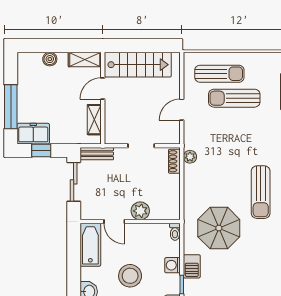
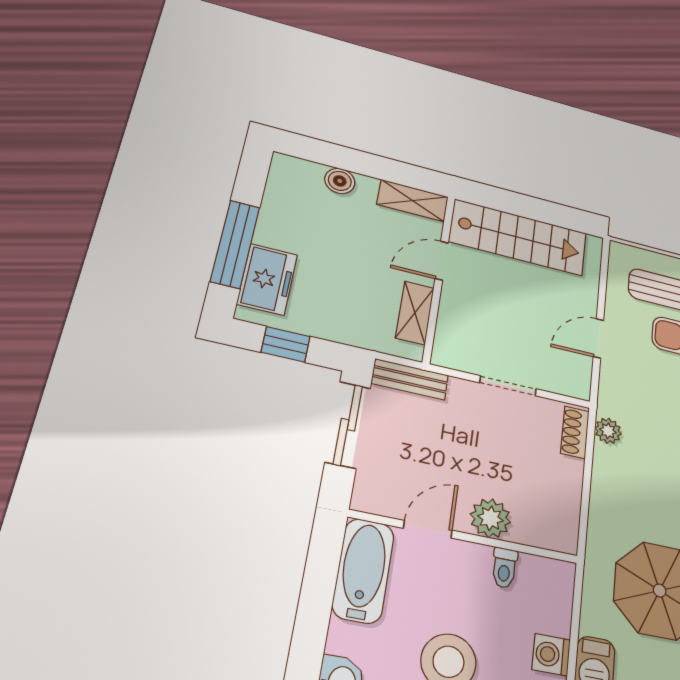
freezer: (33, 134) -> (267, 279), moved, turned 90
door: (114, 222) -> (428, 529), swing flipped
toilet: (175, 232) -> (504, 568), moved

